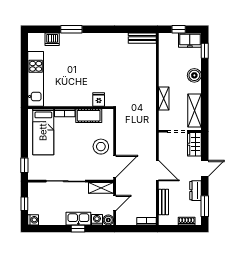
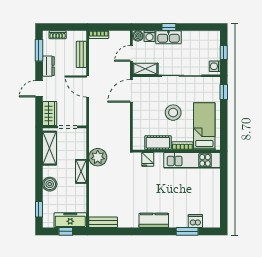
window: (71, 29) -> (187, 231), moved
kitchen counter: (93, 40) -> (154, 220), added
freezer: (190, 40) -> (70, 220), moved, width x1.40
kitchen unit: (36, 79) -> (192, 160), moved, turned -90
shelving: (164, 99) -> (81, 171), moved
plant: (147, 102) -> (98, 157), added
stool: (101, 147) -> (173, 113), moved
washing machine: (33, 220) -> (215, 66), moved

